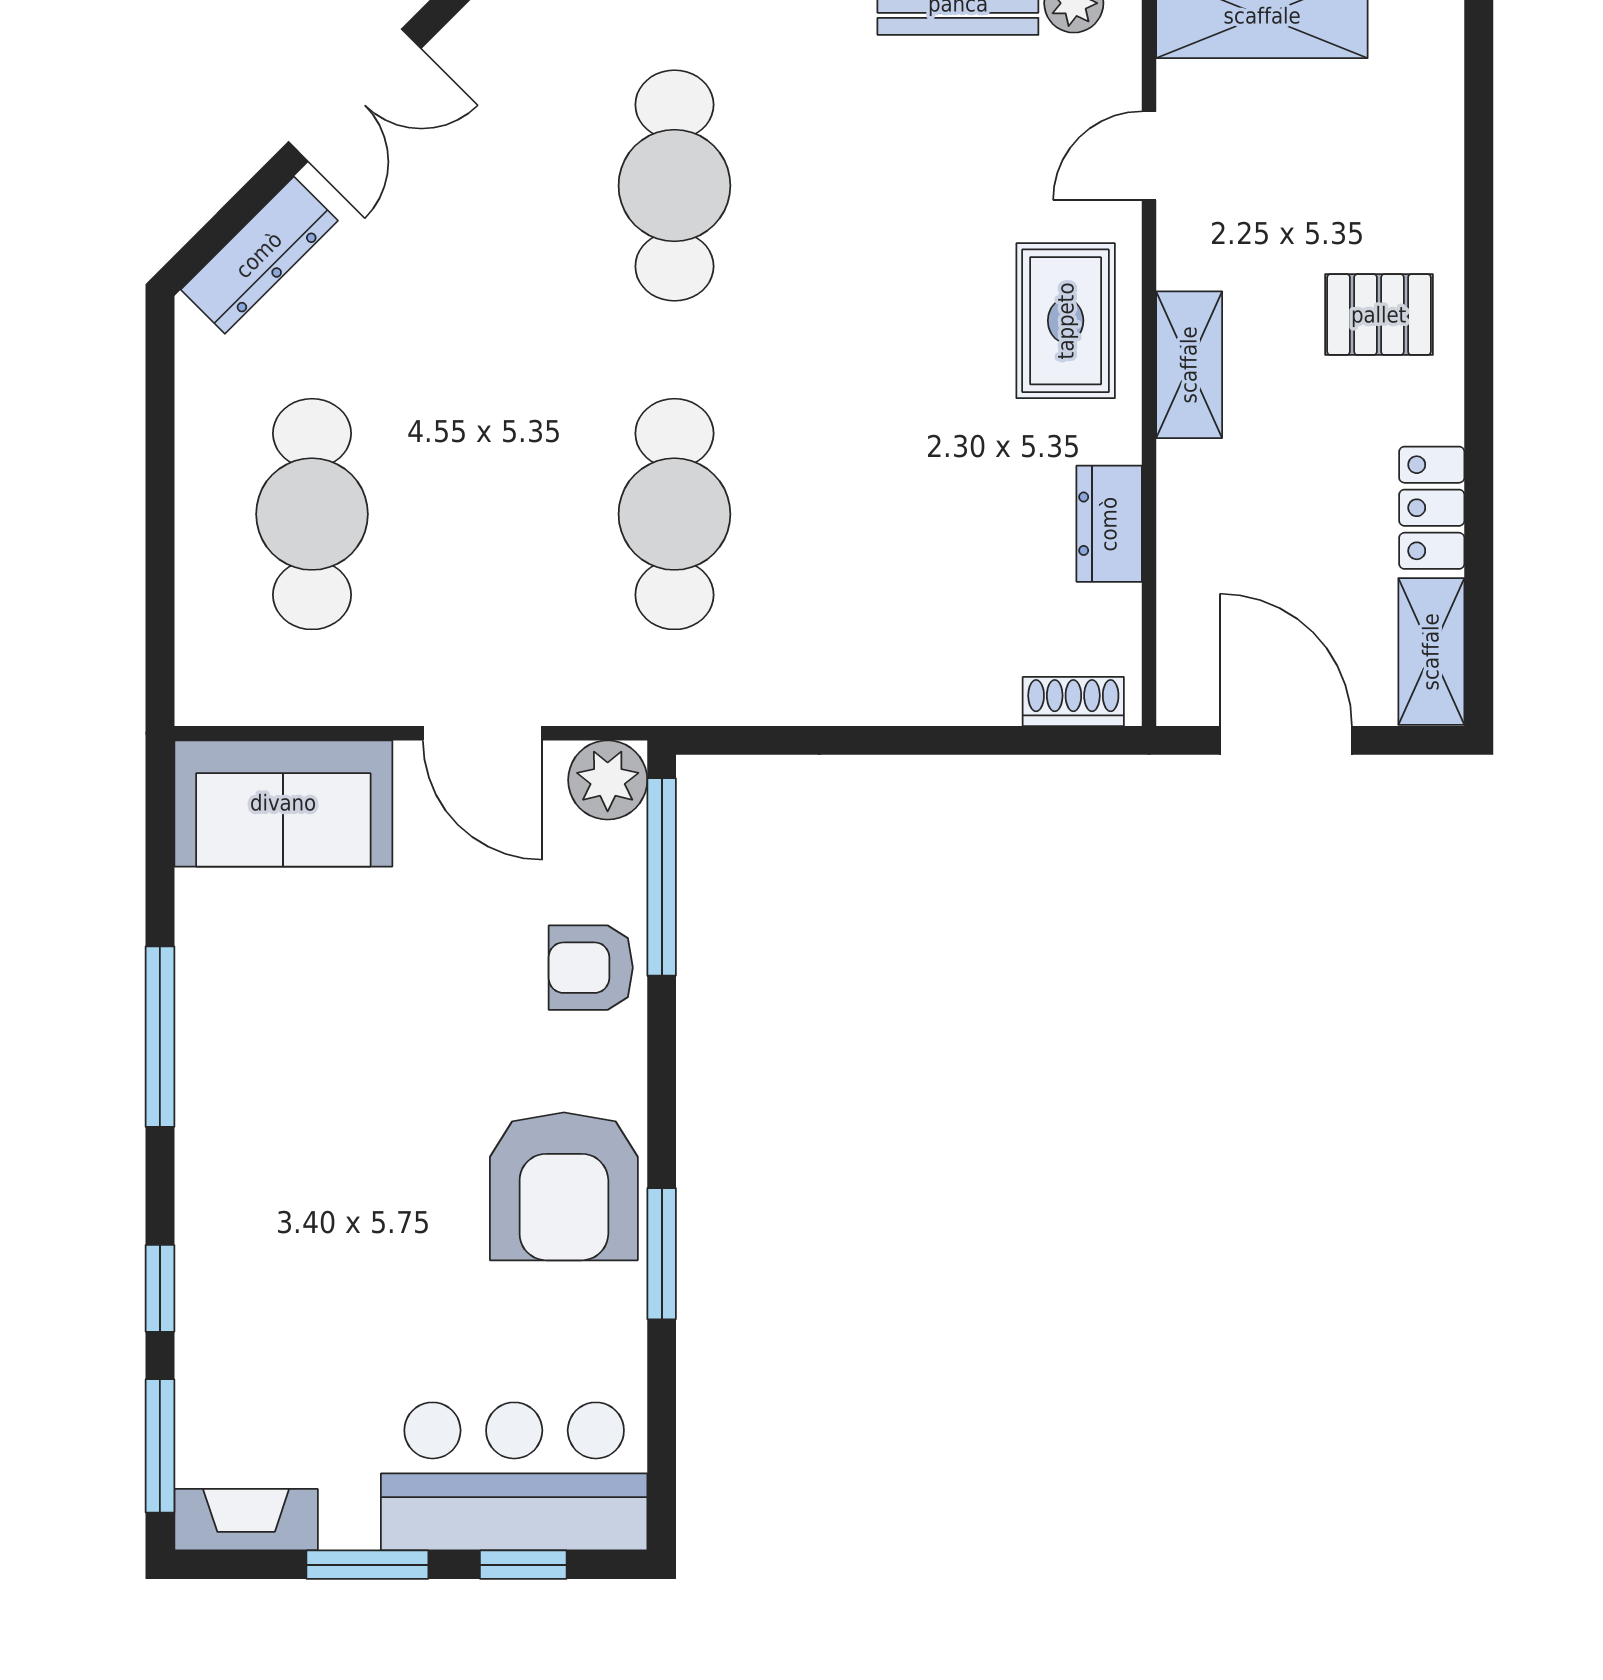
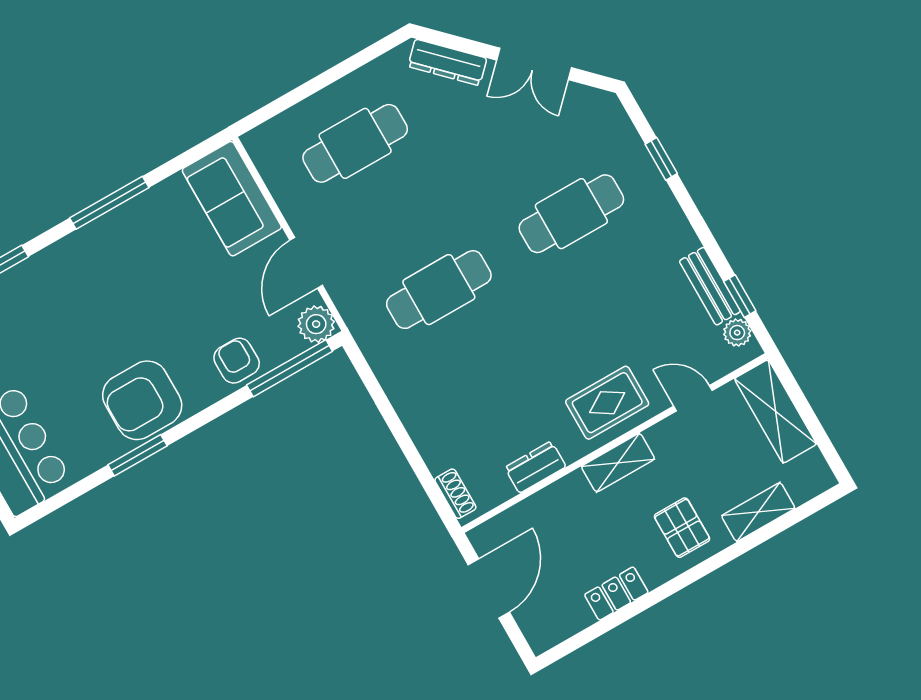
shelving: (1431, 652) -> (758, 512), moved

